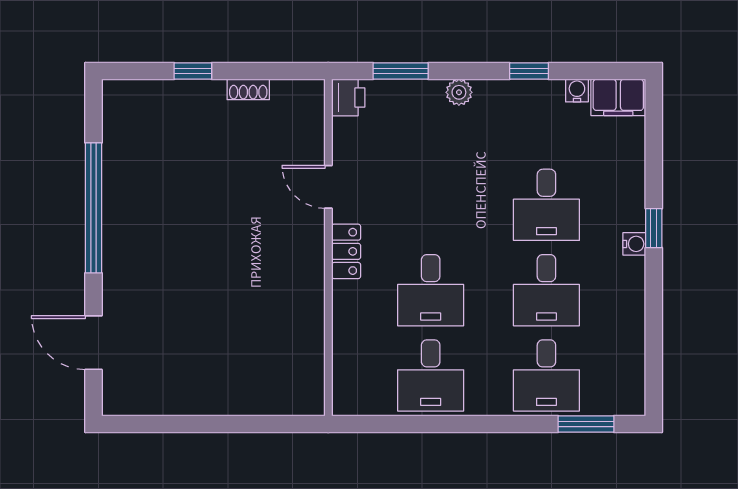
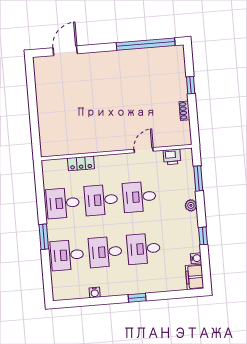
printer: (348, 97) -> (172, 157), moved
desk: (431, 205) -> (139, 197), added
window: (94, 208) -> (146, 44), moved
water cooler: (634, 244) -> (95, 292), moved
locker: (346, 251) -> (81, 163), moved
window: (586, 424) -> (44, 237), moved

